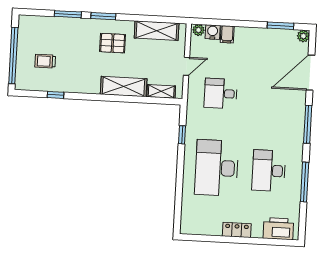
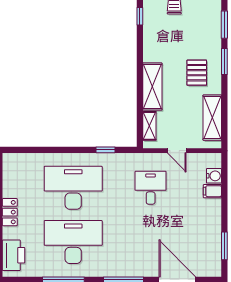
plant: (198, 30) -> (215, 161), removed
plant: (303, 36) -> (215, 270), removed
desk: (269, 171) -> (73, 242), width x1.36, depth x1.30

